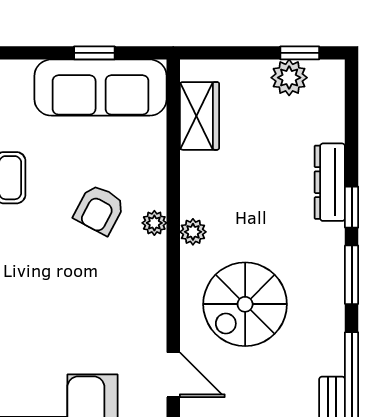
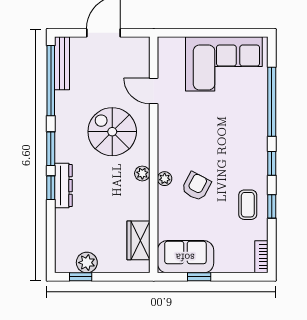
sofa: (101, 88) -> (185, 257), width x0.73
dresser: (330, 182) -> (63, 186), moved
spiral stairs: (245, 304) -> (112, 132), turned -90

